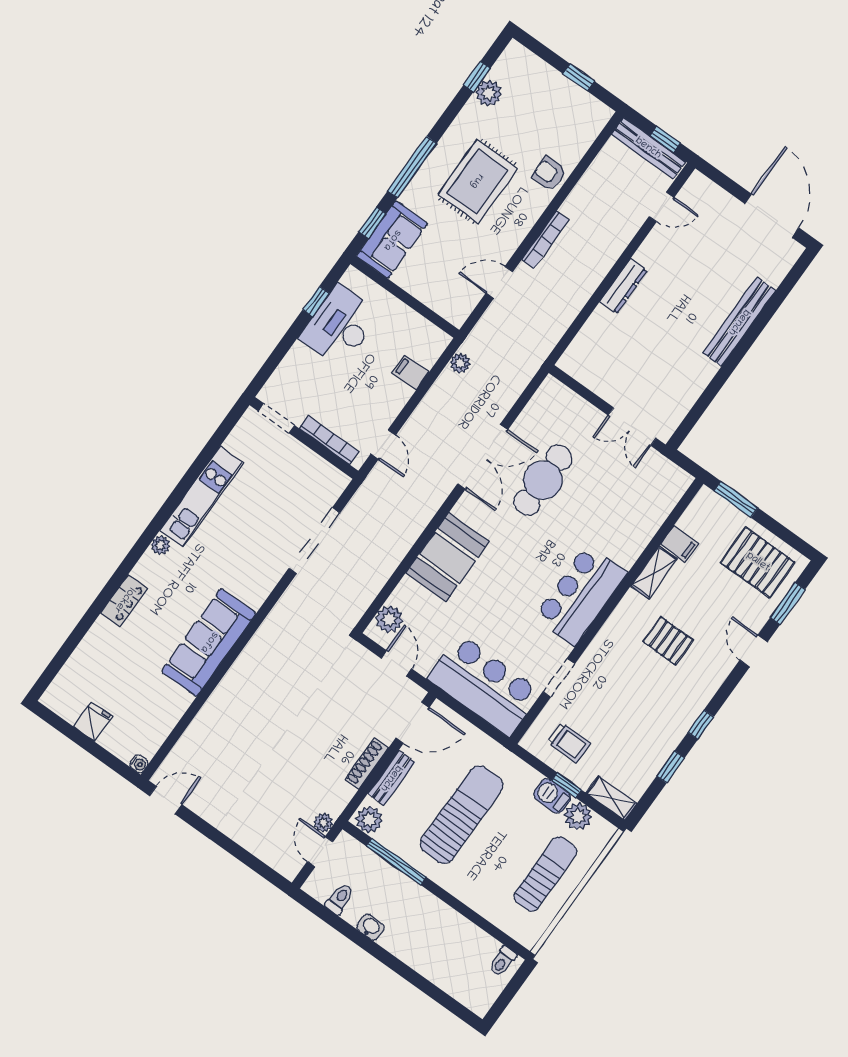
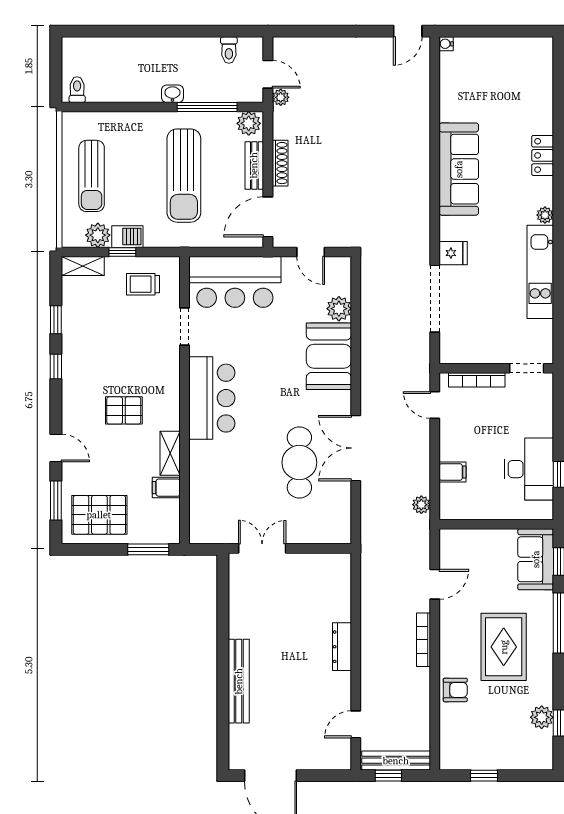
plant: (389, 619) -> (339, 309), moved
fridge: (93, 721) -> (453, 253), moved, turned -90
washbasin: (370, 927) -> (172, 94), moved, turned 180

